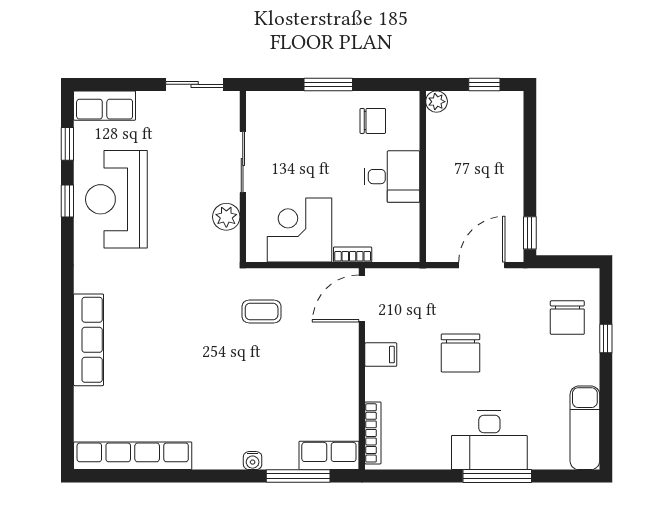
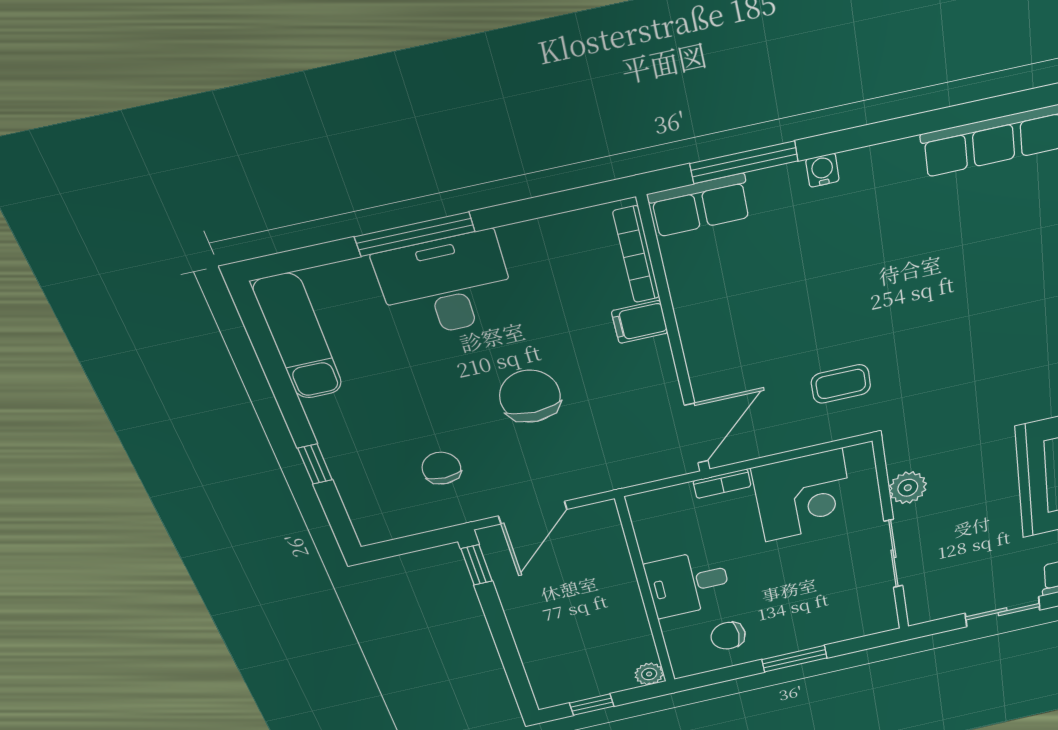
sliding door: (195, 84) -> (1003, 612), moved
chair: (567, 318) -> (441, 468), moved, width x0.73, depth x0.73
filing cabinet: (381, 355) -> (640, 322), moved

